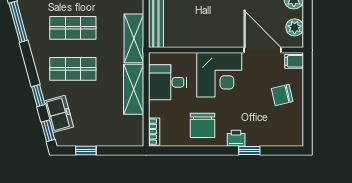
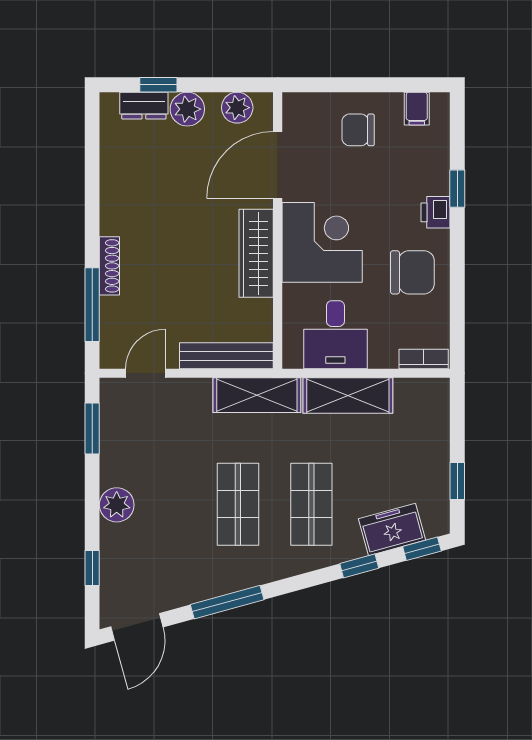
wardrobe: (213, 38) -> (256, 253), added
filing cabinet: (294, 61) -> (417, 109), moved
chair: (282, 95) -> (358, 130), turned 103

